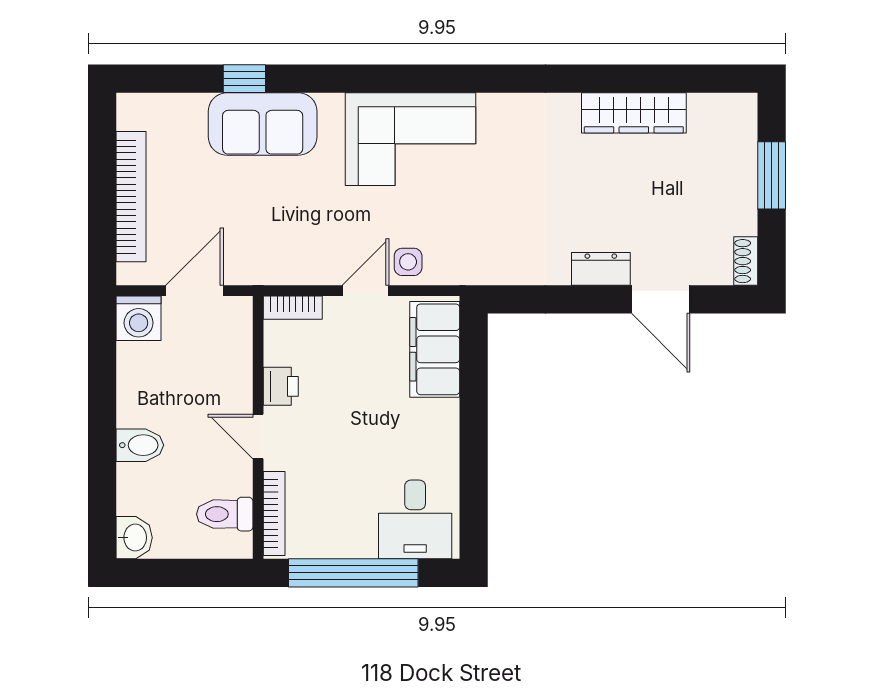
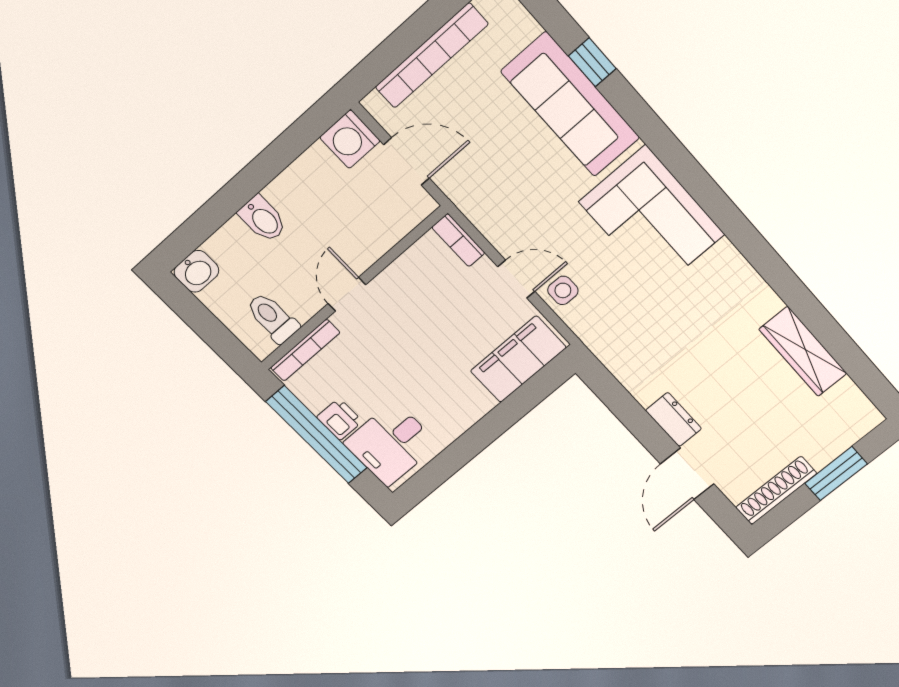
sofa: (263, 124) -> (571, 105), width x1.36
shoe rack: (746, 261) -> (776, 490), width x1.94, depth x1.24
printer: (281, 386) -> (340, 419), moved, turned -90

